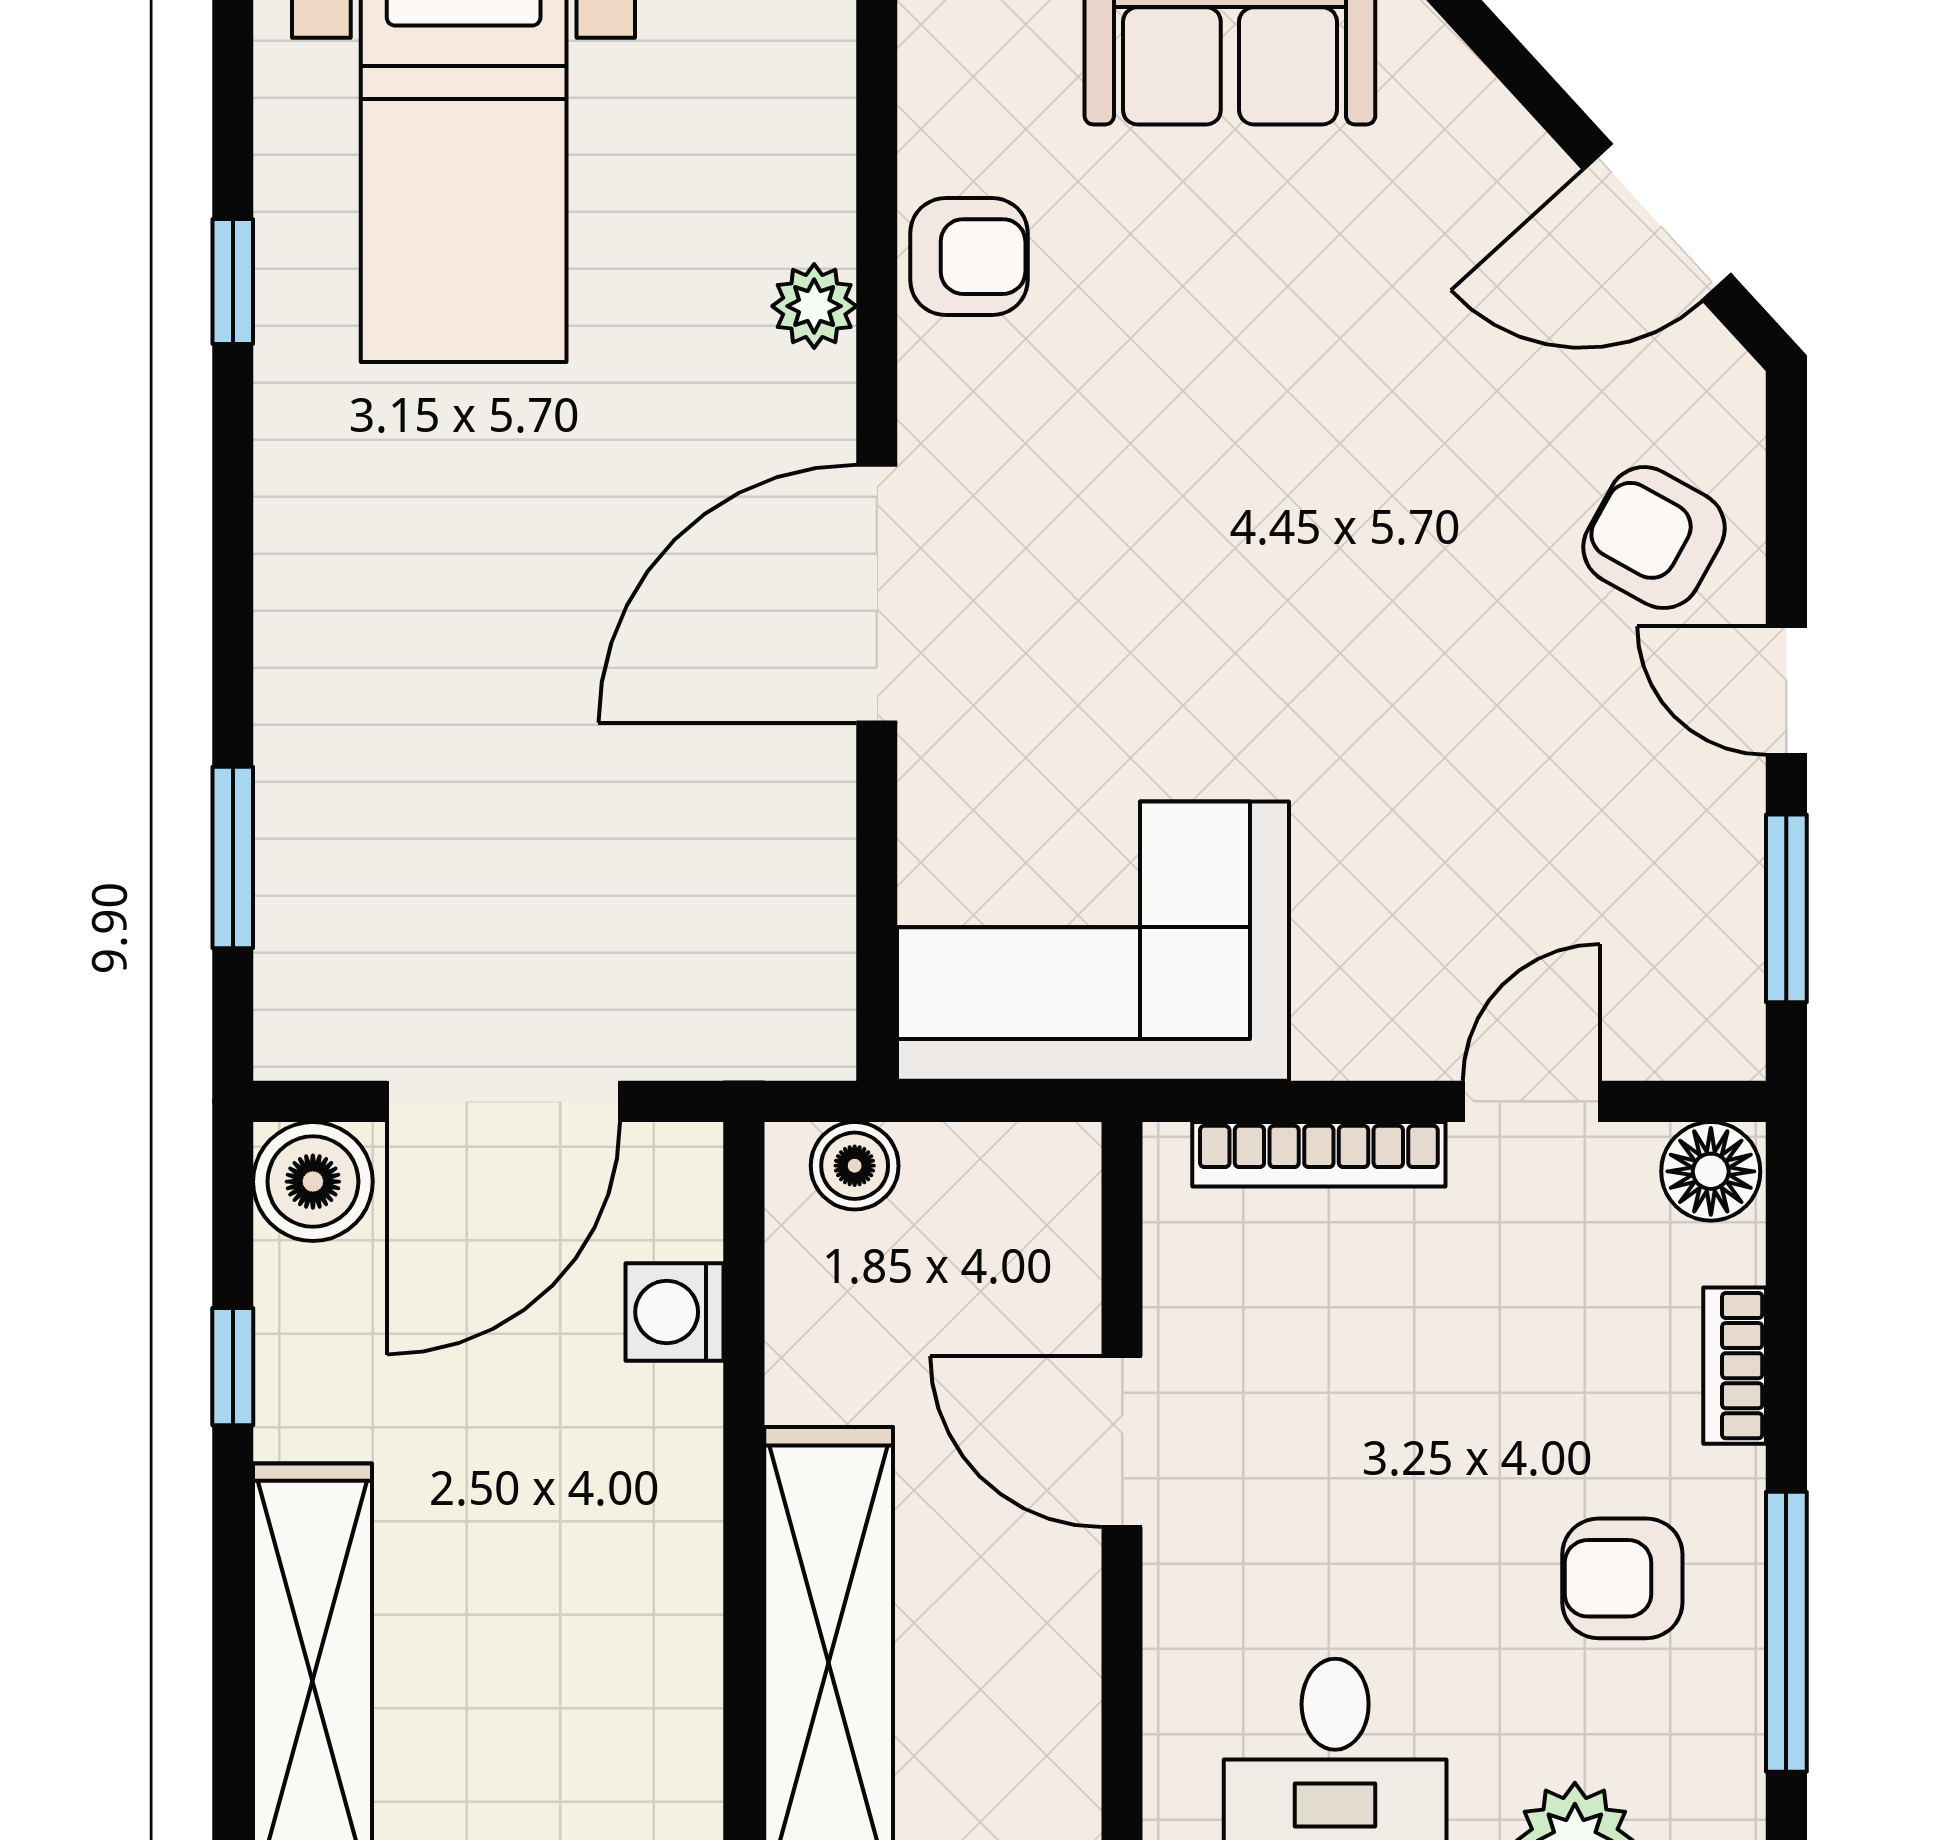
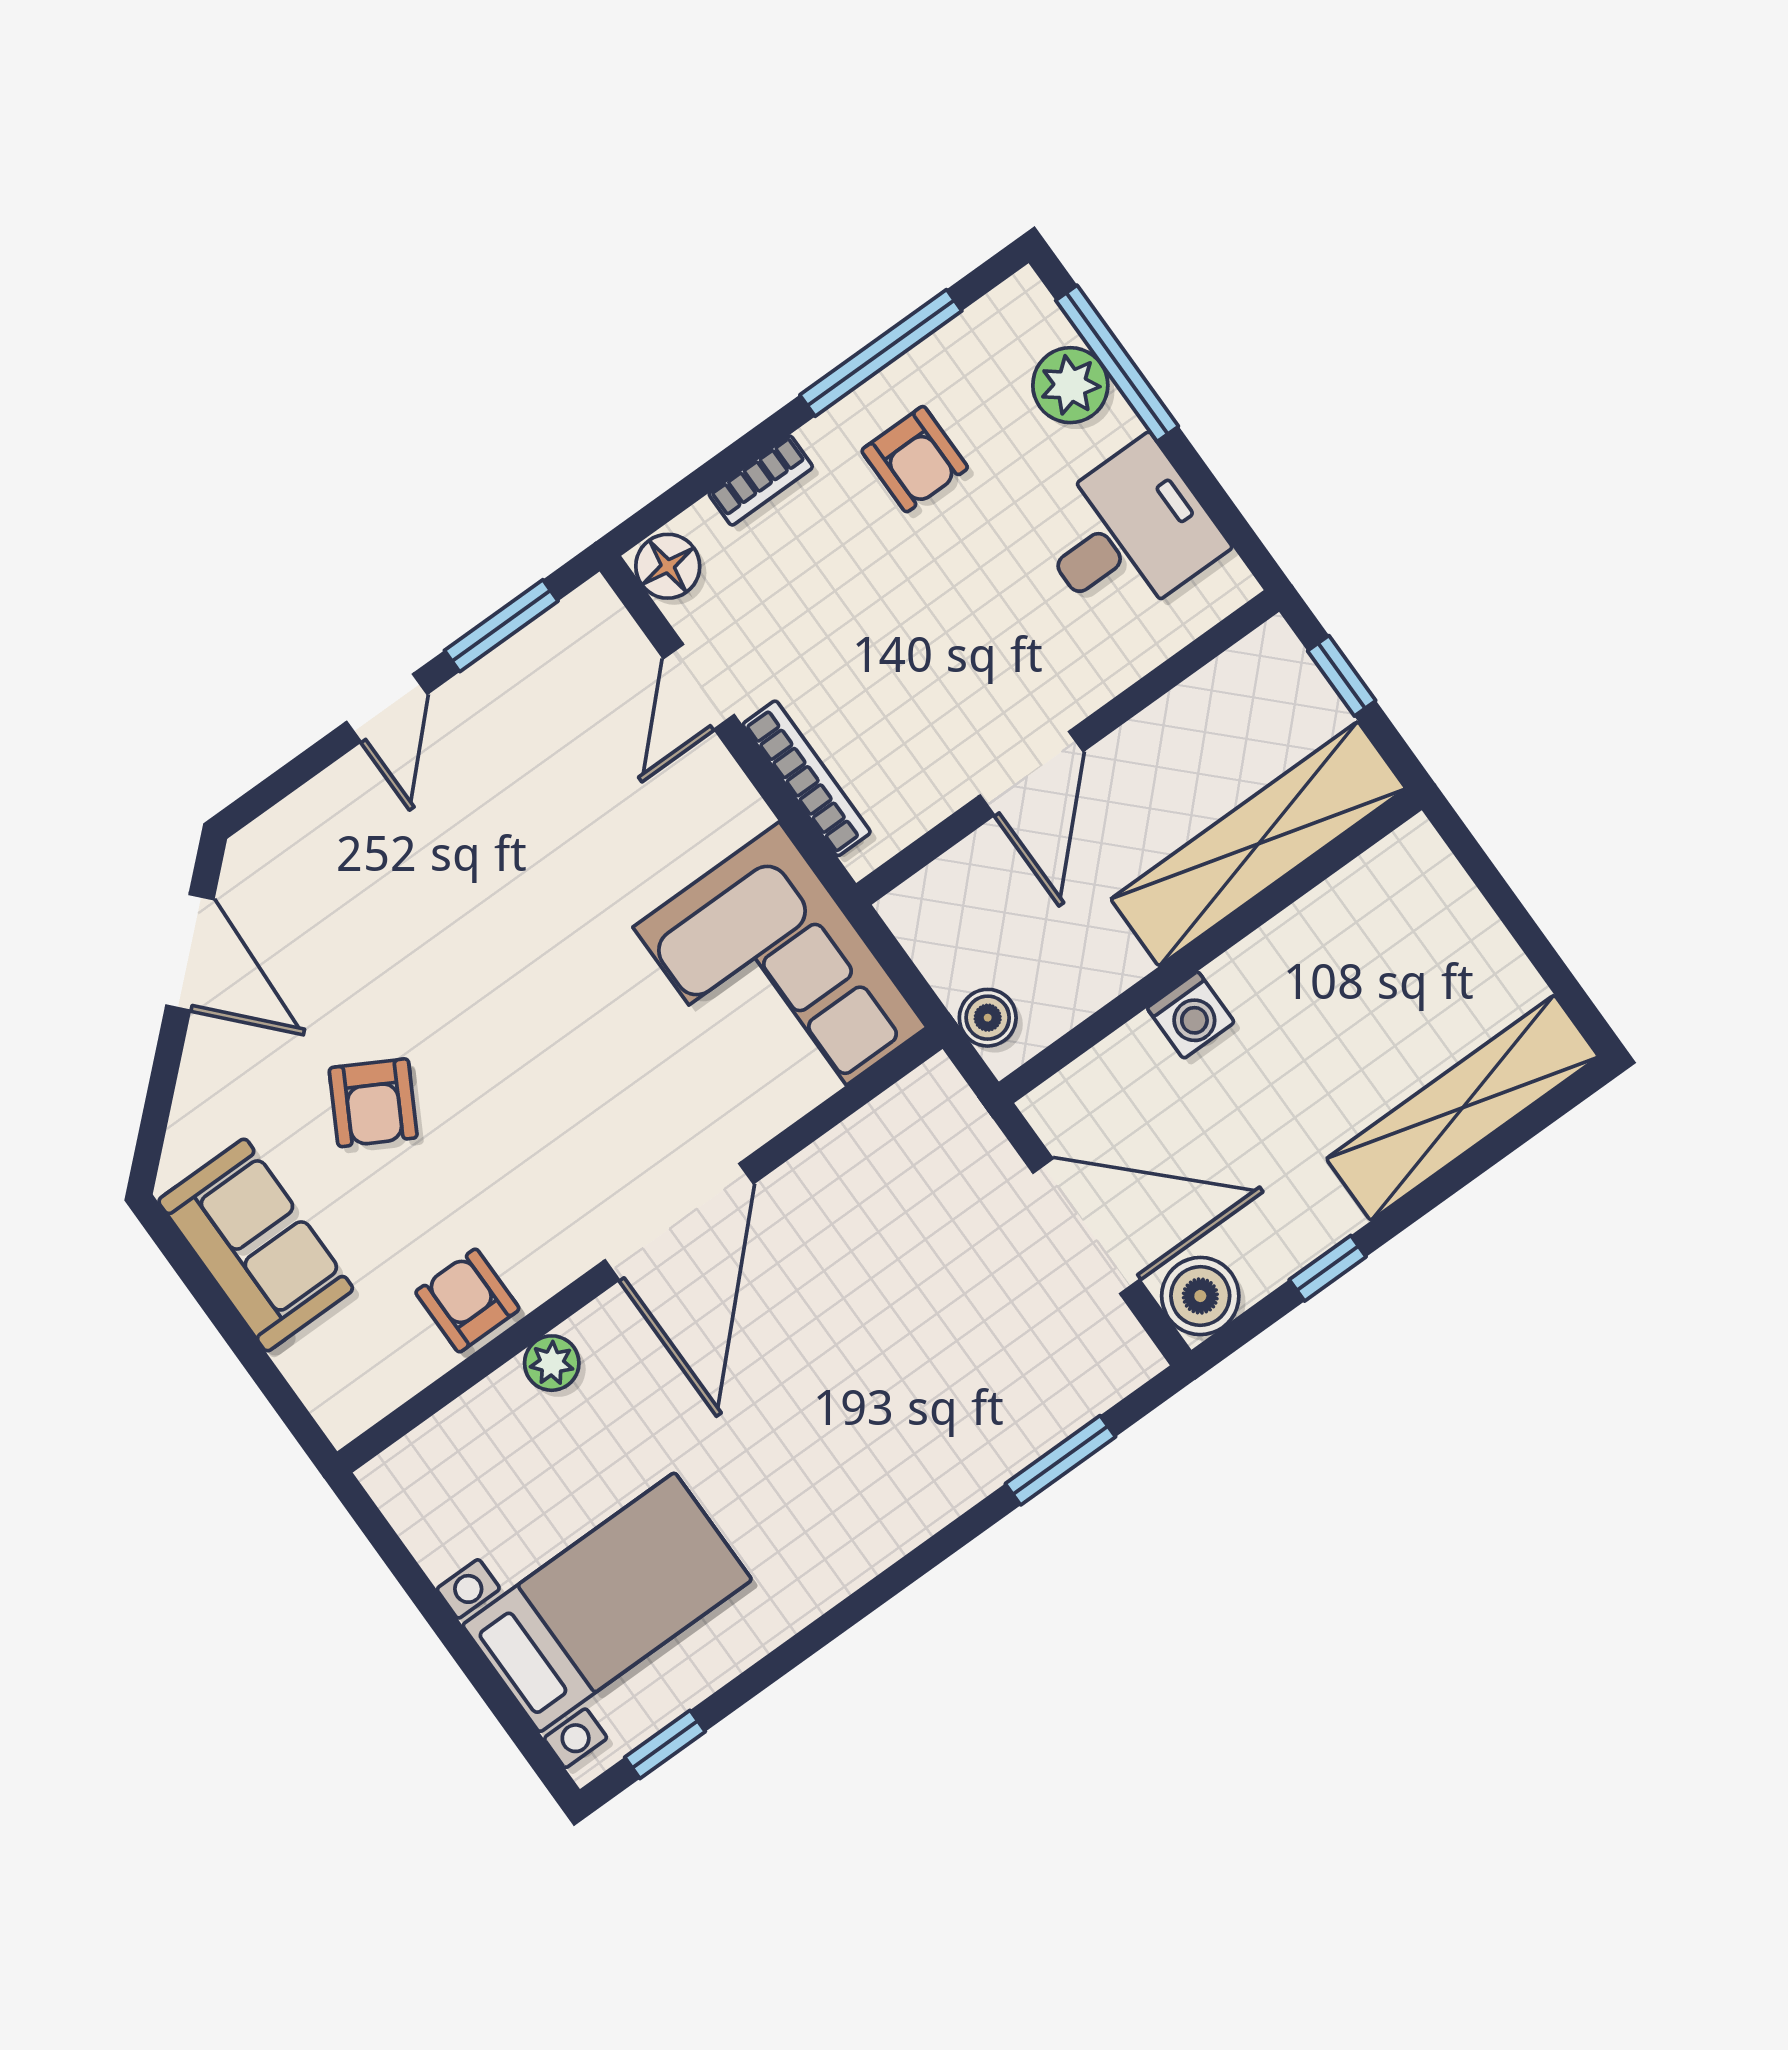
window: (233, 282) -> (665, 1744), moved
armchair: (1654, 538) -> (373, 1103), moved
door: (877, 594) -> (679, 1222), hinge flipped
door: (1531, 1101) -> (699, 687), hinge flipped
washing machine: (674, 1312) -> (1191, 1015), moved

